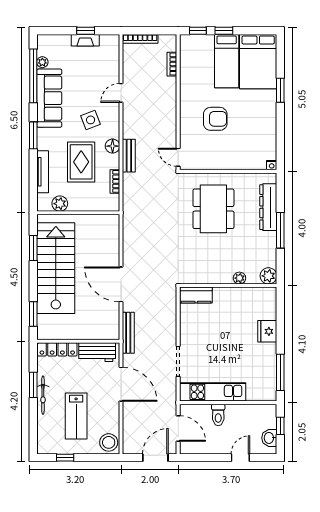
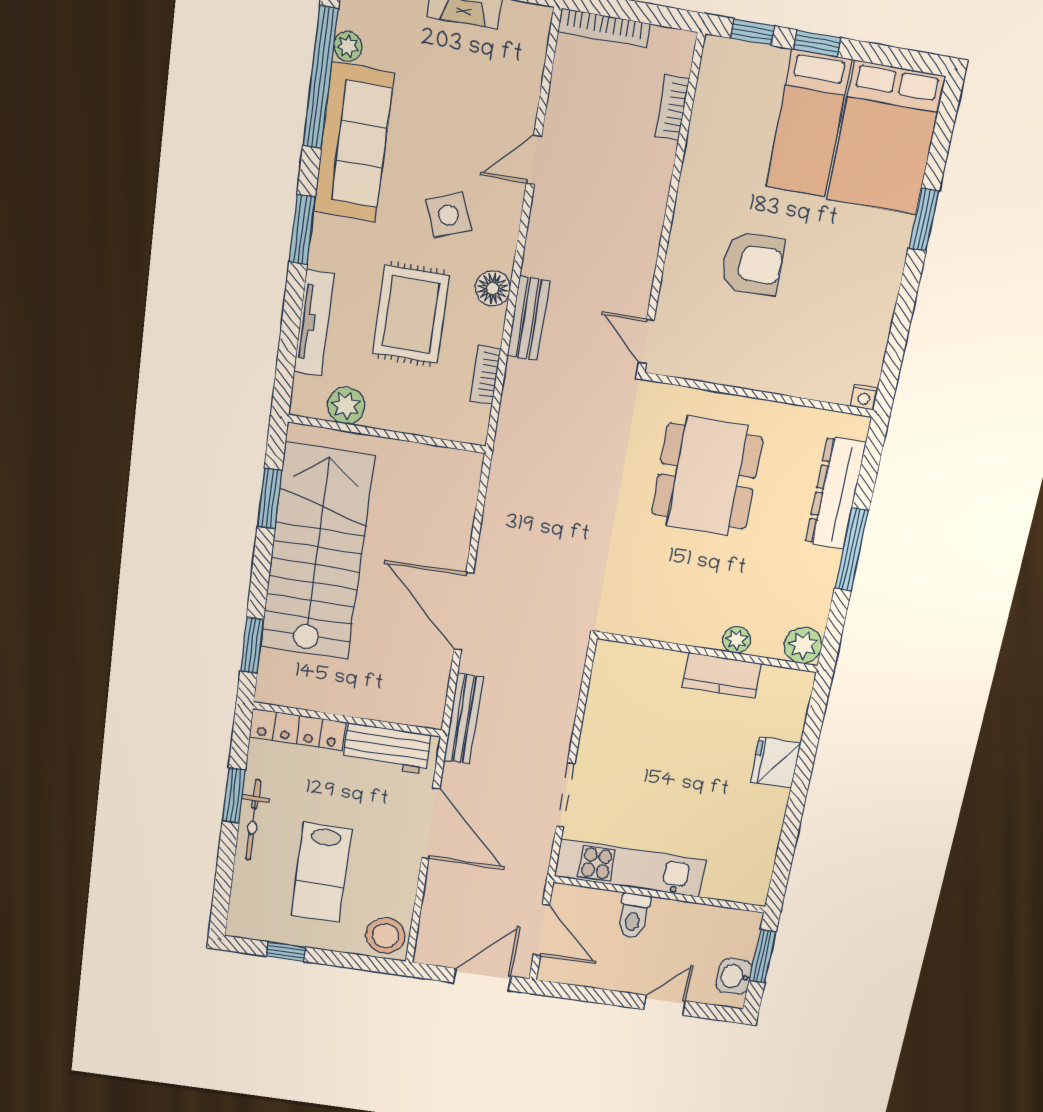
kitchen counter: (196, 295) -> (722, 675), moved
window: (280, 372) -> (786, 851), removed
window: (280, 426) -> (763, 956), width x1.50

